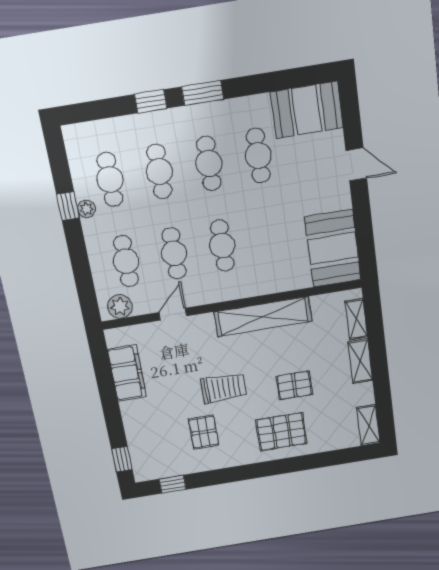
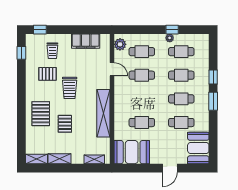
cafe table: (222, 246) -> (142, 123), moved
shelving: (360, 361) -> (60, 159), moved
trolley: (158, 431) -> (52, 51), added

